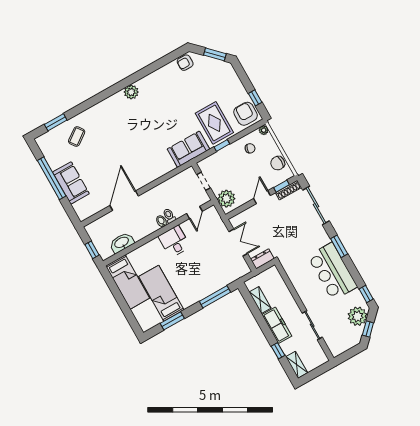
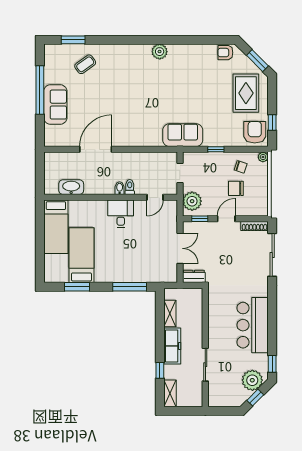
rug: (214, 123) -> (246, 93), moved
chair: (278, 163) -> (236, 188), moved
window: (281, 186) -> (200, 219), moved
window: (339, 246) -> (272, 305), removed
window: (92, 250) -> (40, 178), removed

